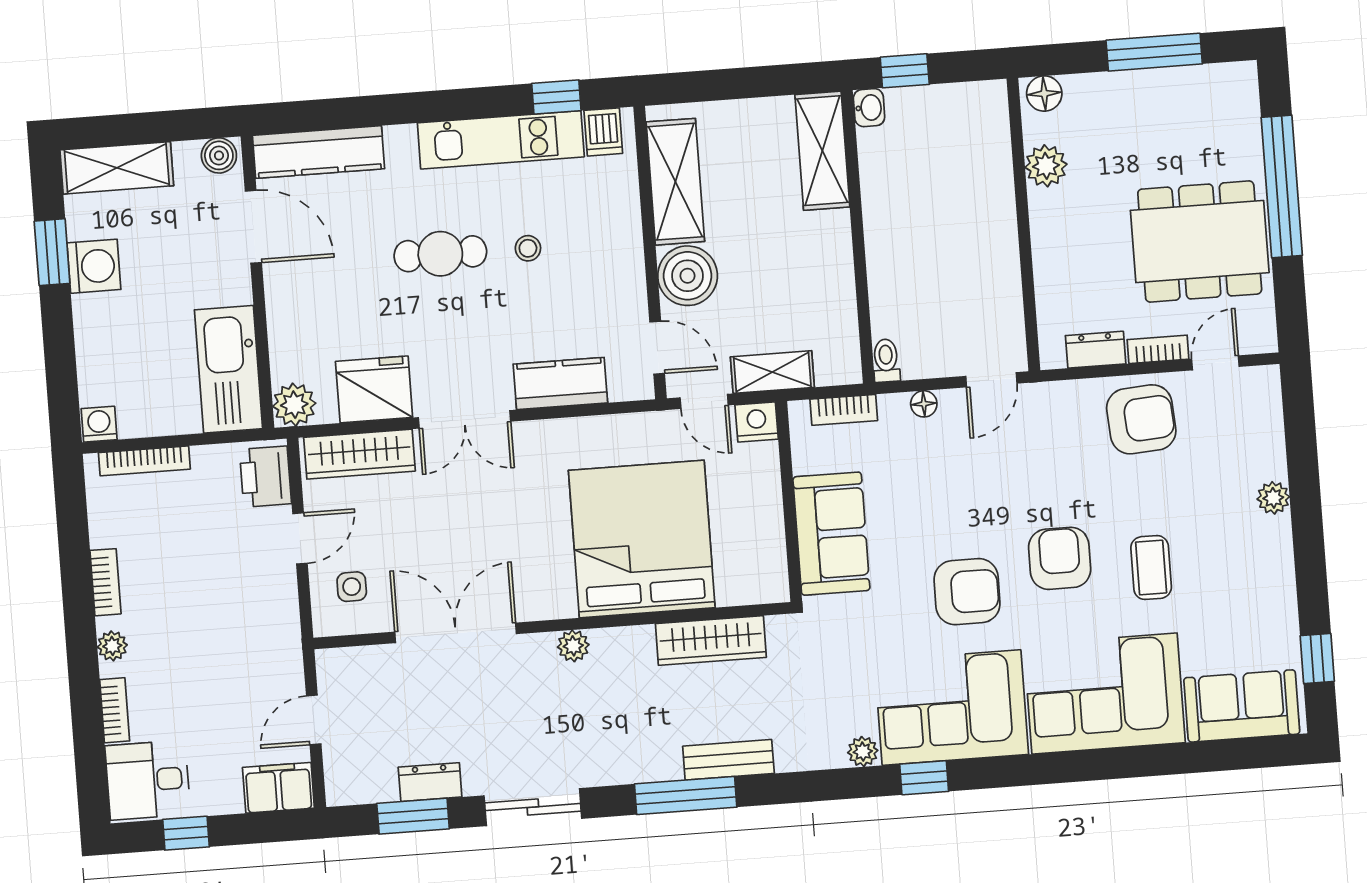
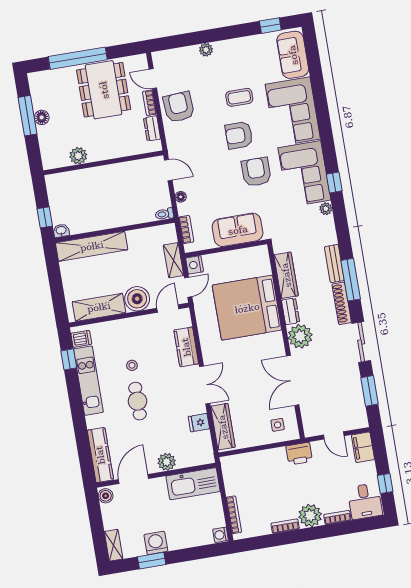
floor lamp: (1044, 94) -> (42, 117), moved
shelving: (822, 151) -> (92, 246), width x1.47
shelving: (117, 168) -> (114, 545), width x0.67, depth x0.75
fridge: (374, 389) -> (199, 423), width x0.53, depth x0.75
plant: (294, 405) -> (167, 462), moved
printer: (266, 477) -> (299, 454), moved
door: (300, 538) -> (260, 448), removed
plant: (112, 646) -> (310, 516), width x1.87, depth x1.87
plant: (573, 646) -> (300, 336), width x1.87, depth x1.87
shoe rack: (631, 769) -> (342, 303), added
dresser: (430, 782) -> (291, 311), moved, turned 180

